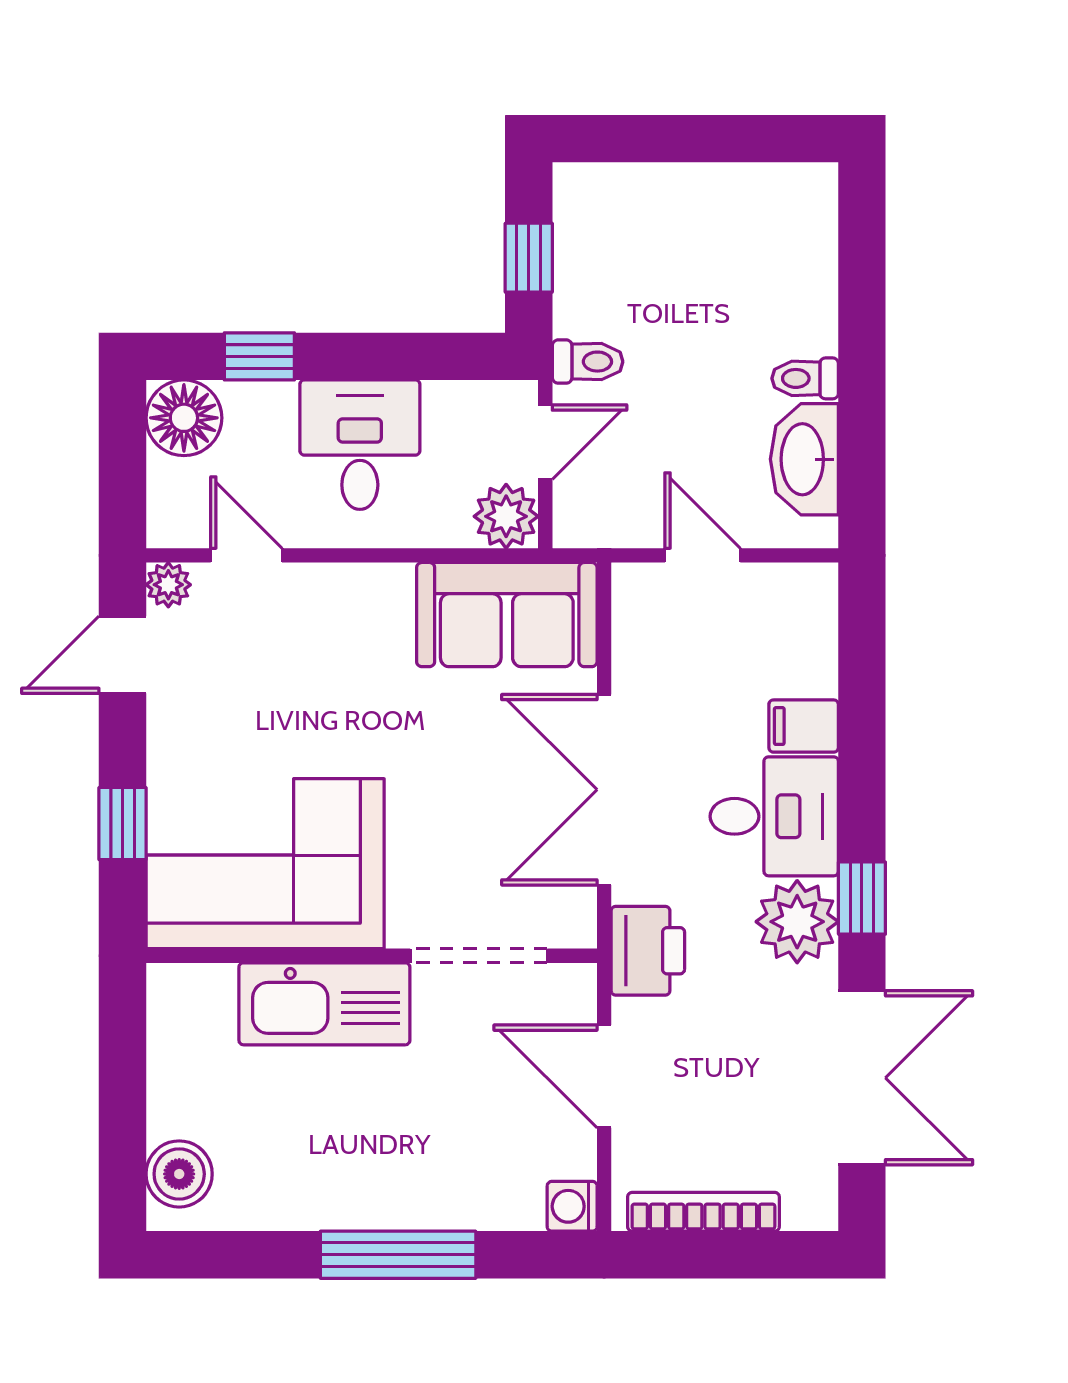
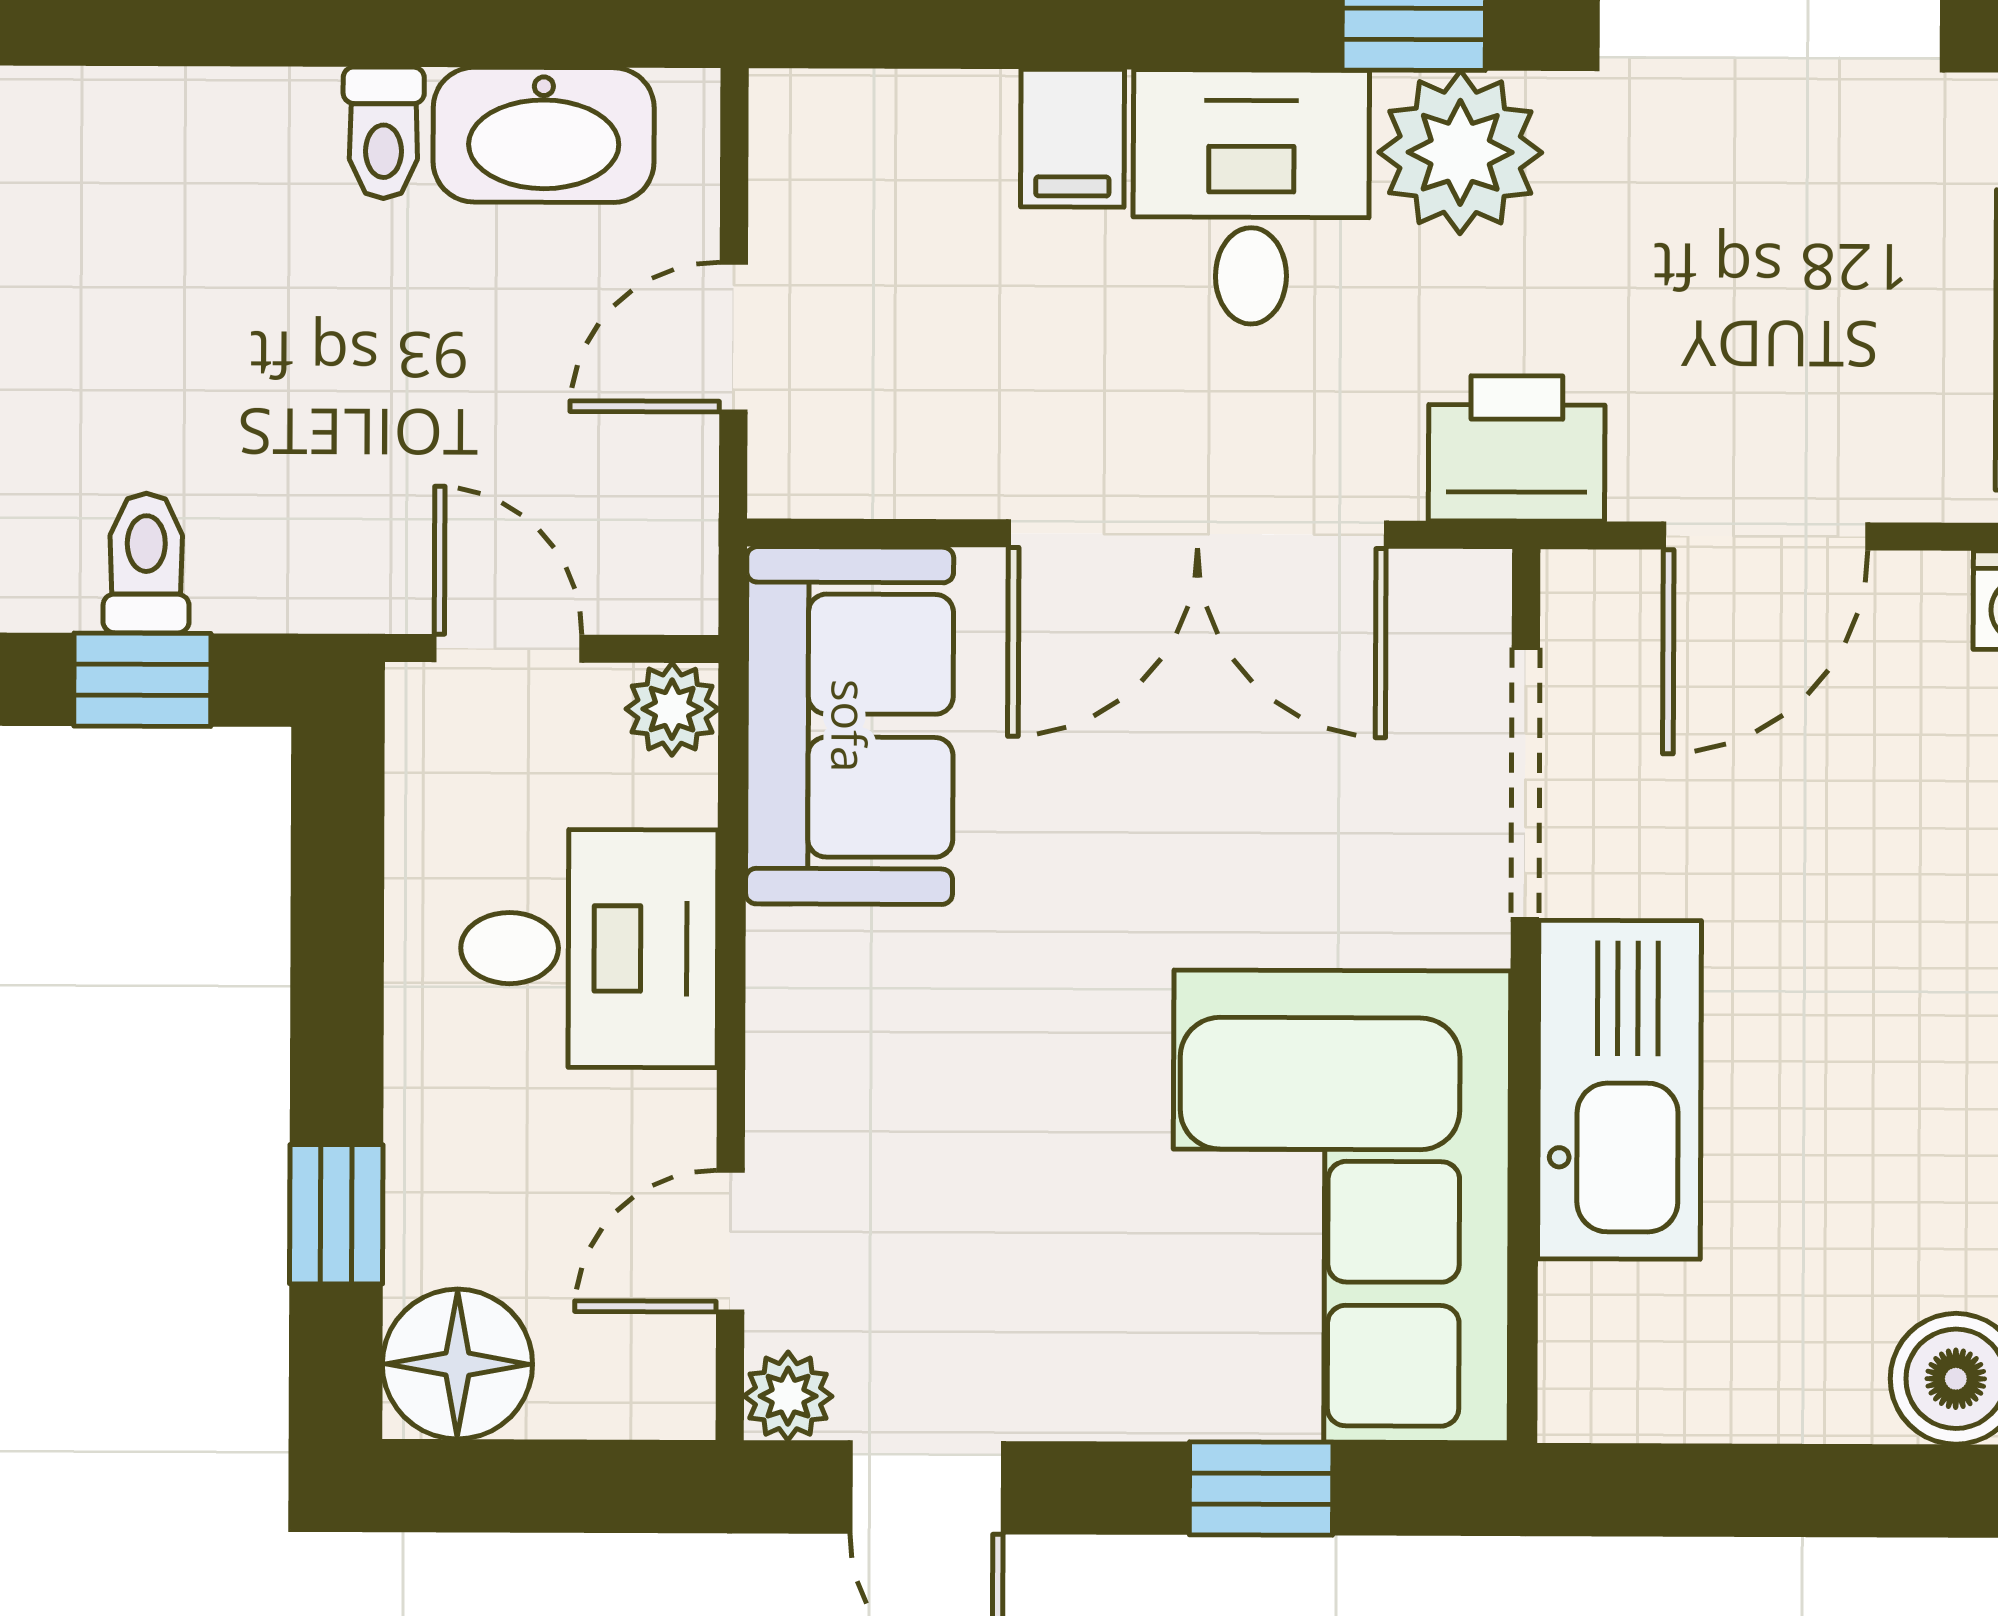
toilet: (588, 362) -> (146, 563), moved
desk: (360, 445) -> (589, 948), moved, turned 180
plant: (506, 516) -> (672, 709), width x0.73, depth x0.73

